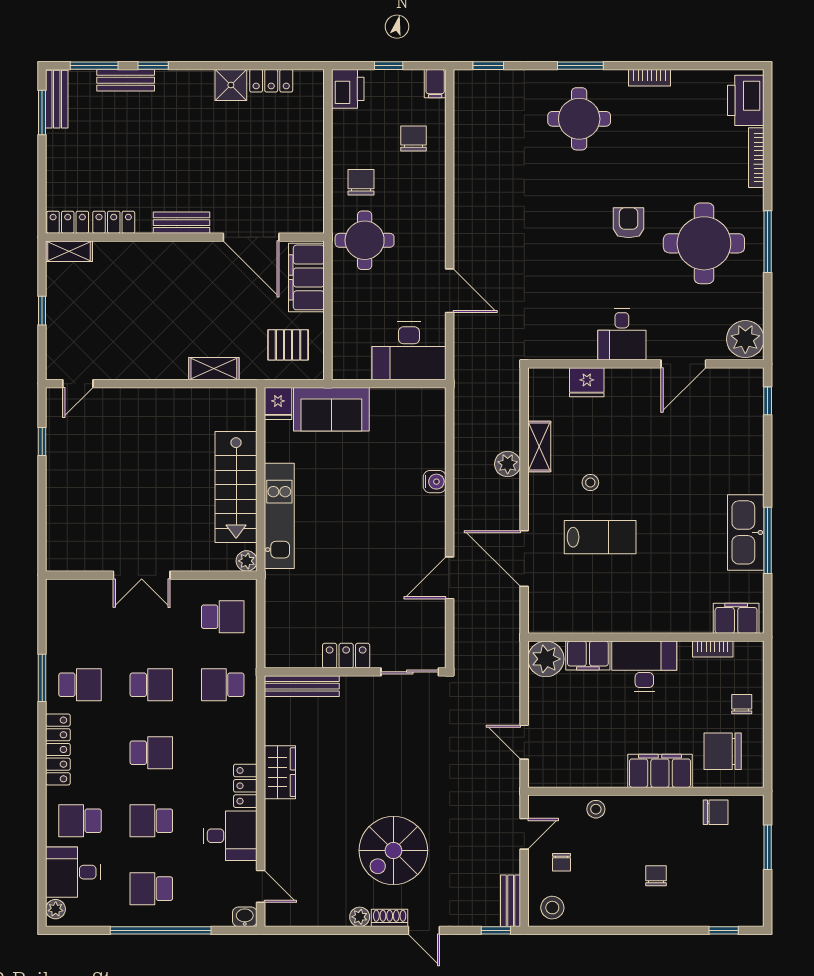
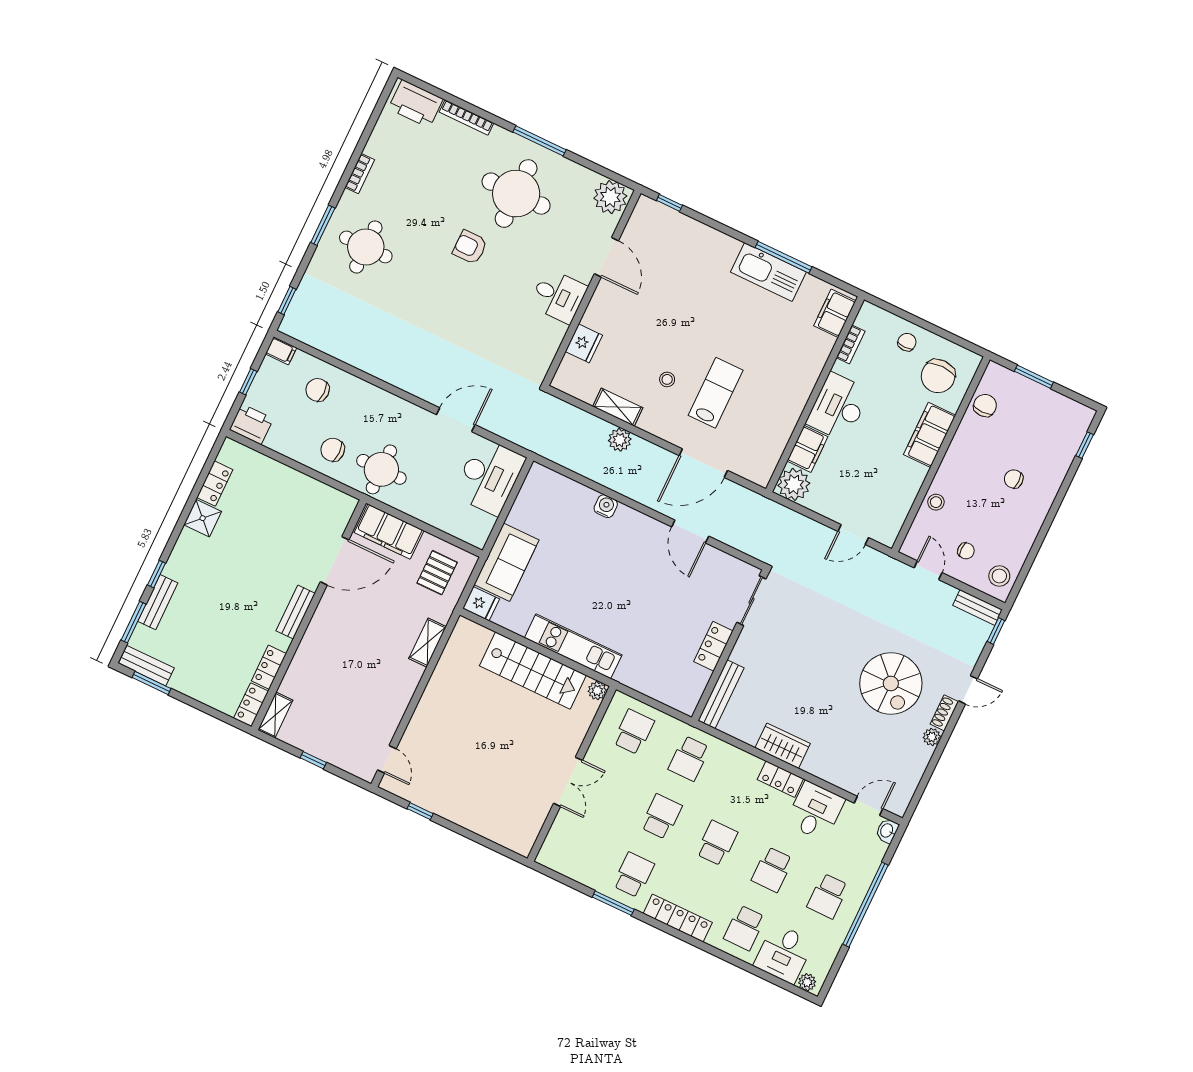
chair: (742, 704) -> (907, 342), turned 90

